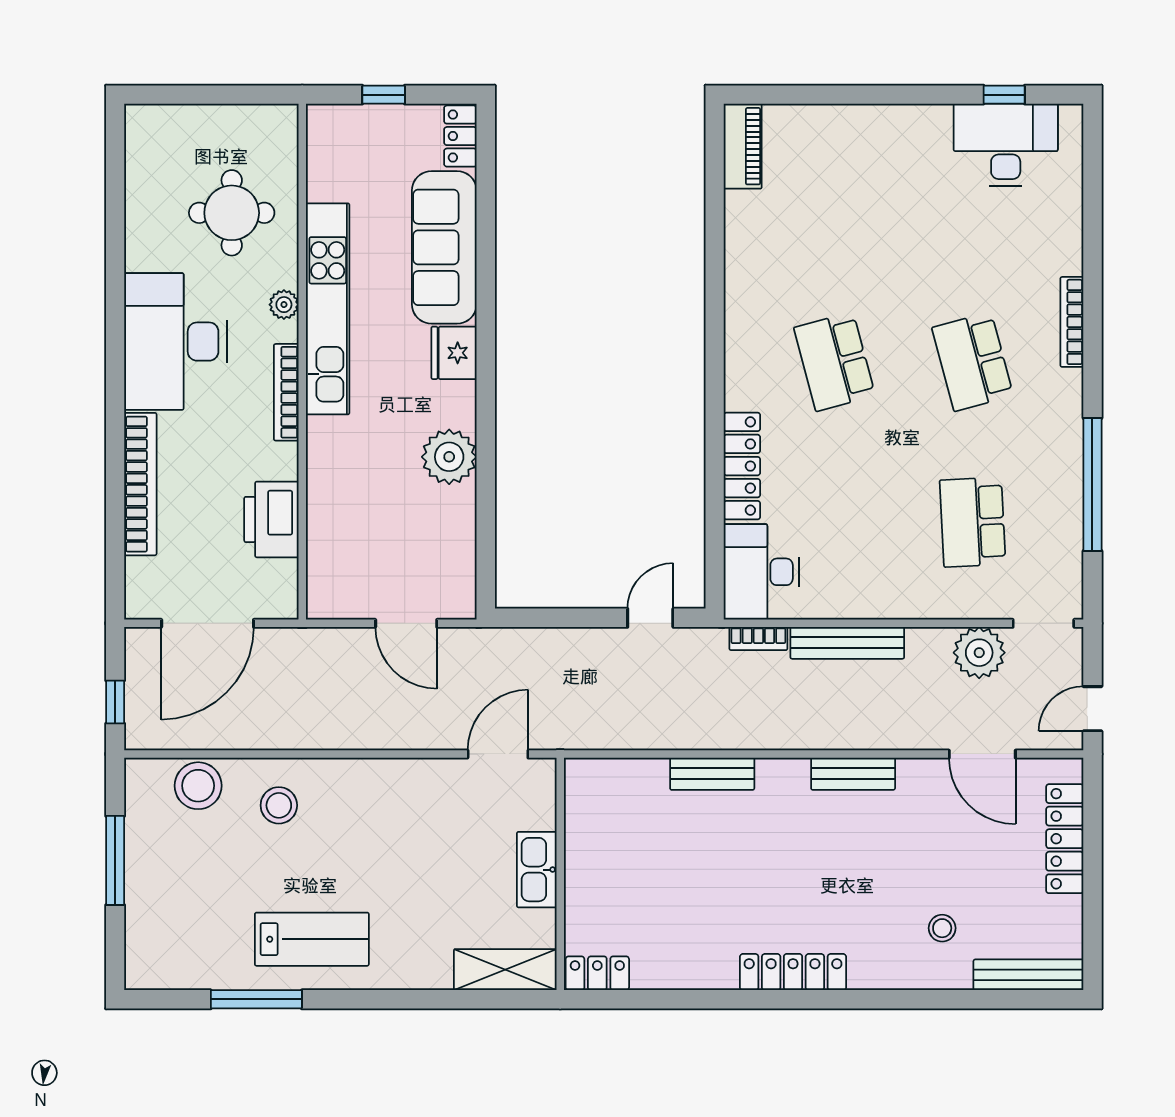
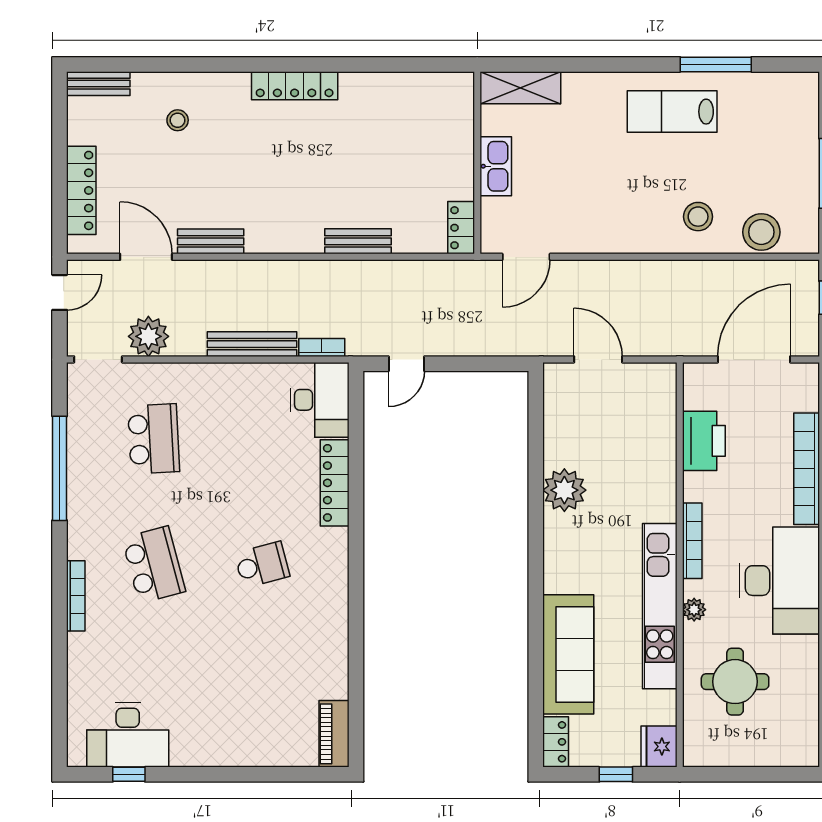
fridge: (454, 353) -> (659, 747), moved, turned 180
school desk: (834, 362) -> (262, 565), width x0.54
bench: (853, 774) -> (211, 241), moved
locker: (597, 973) -> (461, 228), moved, turned 90
bench: (1028, 975) -> (98, 84), width x0.73

